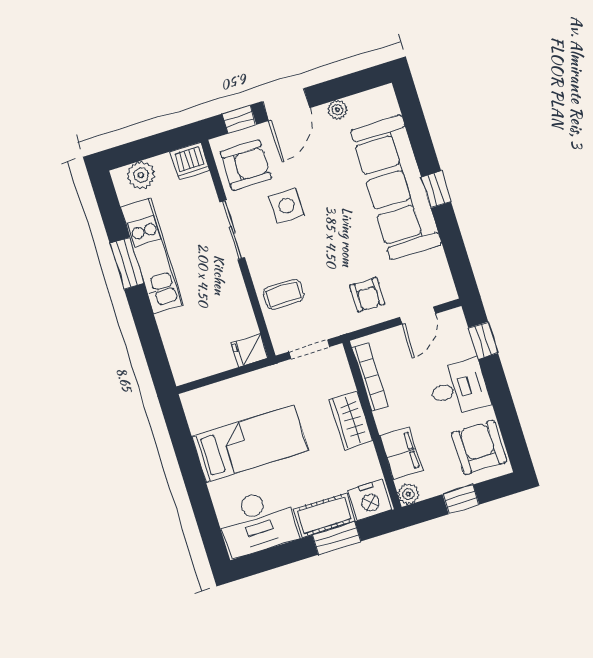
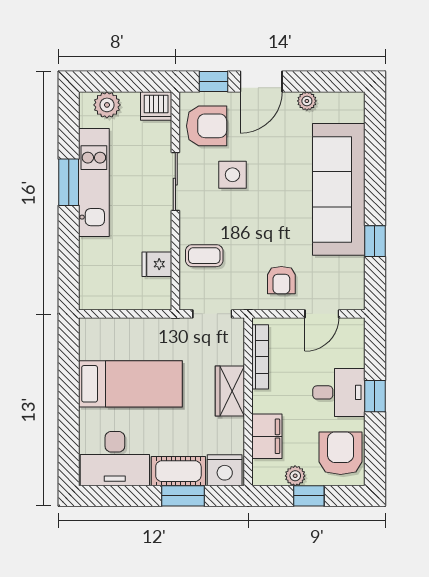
window: (436, 189) -> (375, 241), moved
window: (483, 340) -> (375, 396), moved
fridge: (250, 350) -> (157, 264), moved
plant: (408, 494) -> (295, 476), moved

